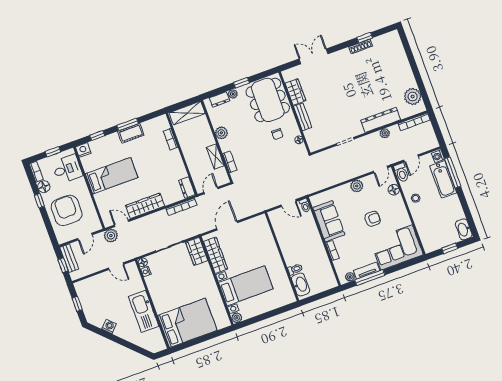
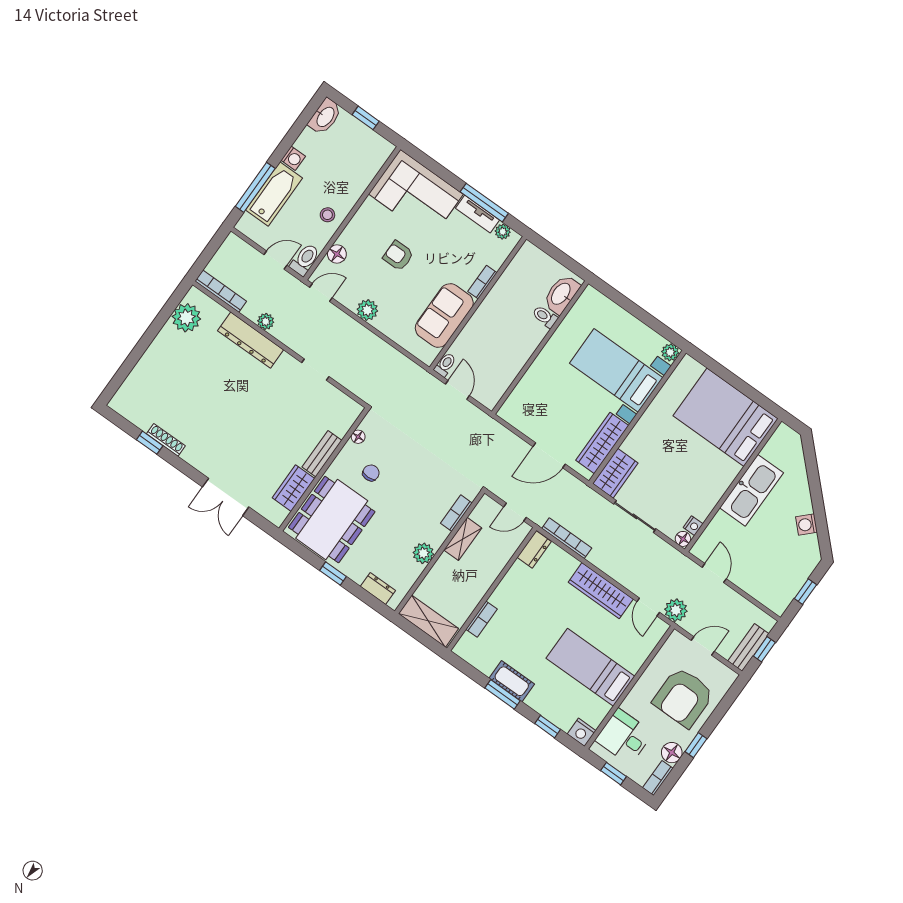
plant: (233, 94) -> (357, 575), removed
washing machine: (438, 156) -> (293, 158), moved

